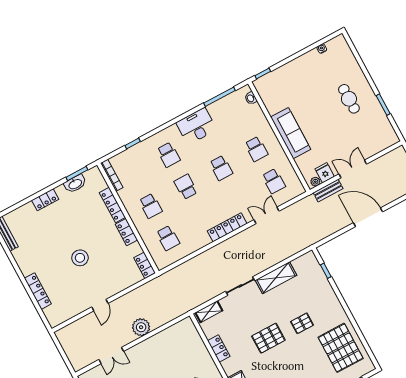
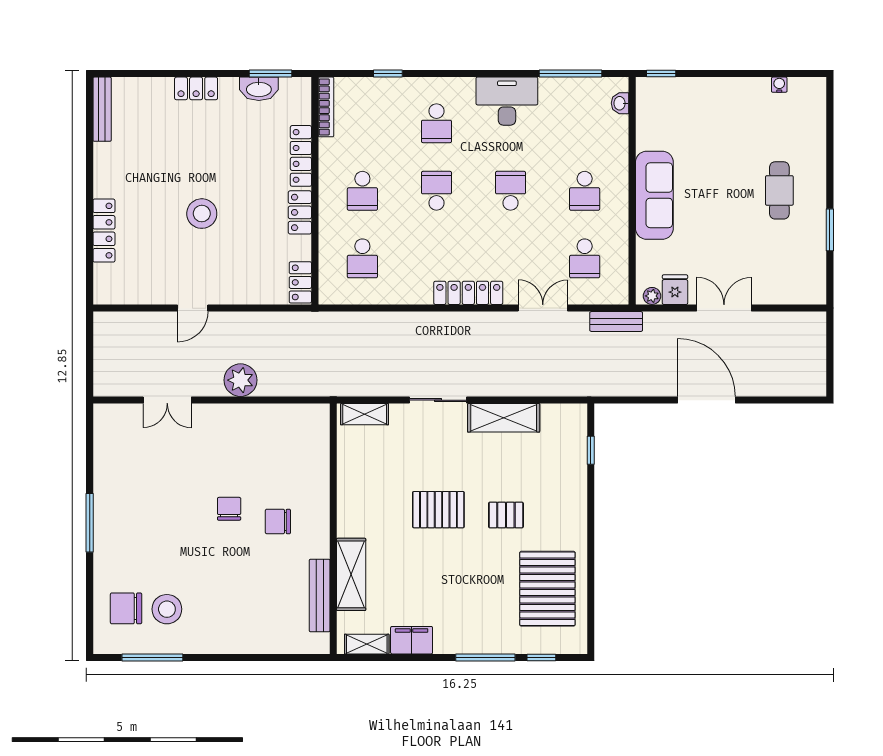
school desk: (221, 168) -> (511, 191), turned 180
bench: (328, 191) -> (616, 322), moved
locker: (219, 349) -> (348, 483), removed

